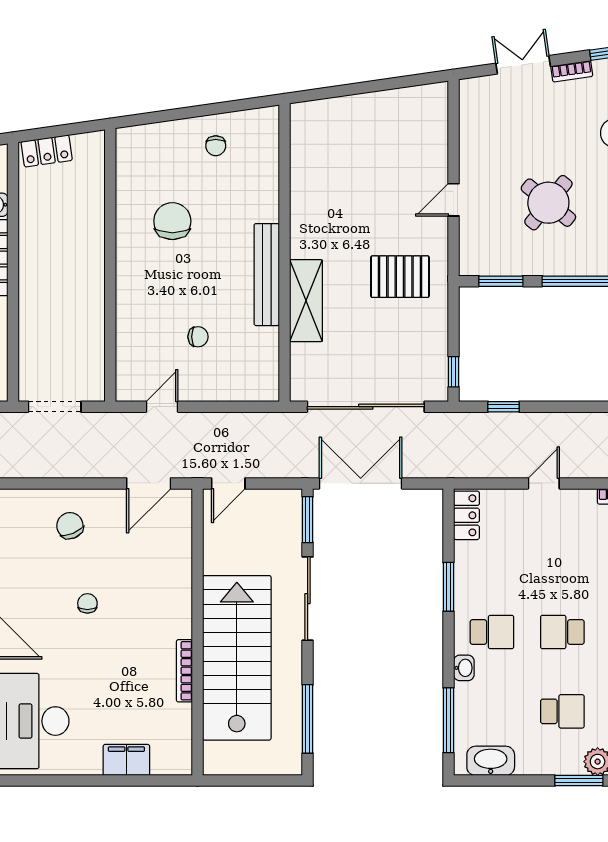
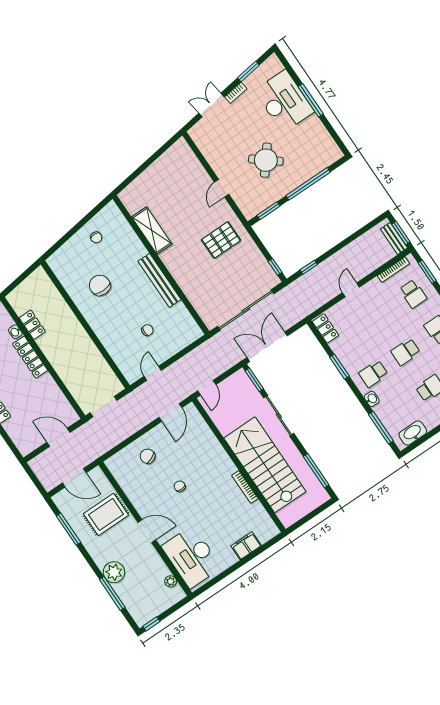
locker: (47, 151) -> (32, 325), moved, turned -82
shelving: (306, 301) -> (152, 230), moved
school desk: (492, 632) -> (373, 374), turned 180

